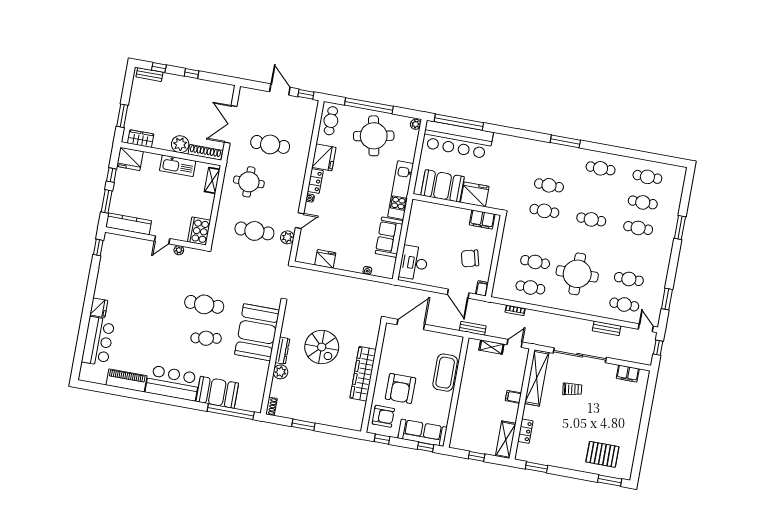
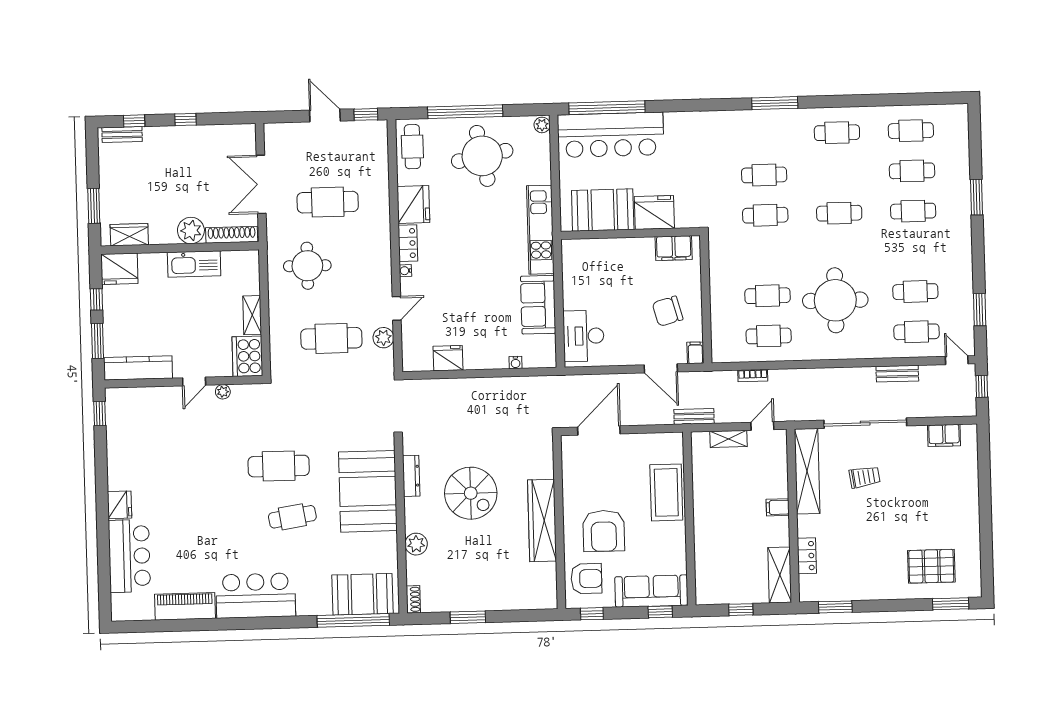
shelving: (212, 180) -> (252, 315), moved
dresser: (282, 351) -> (411, 476), moved
booth: (217, 392) -> (362, 594), moved

